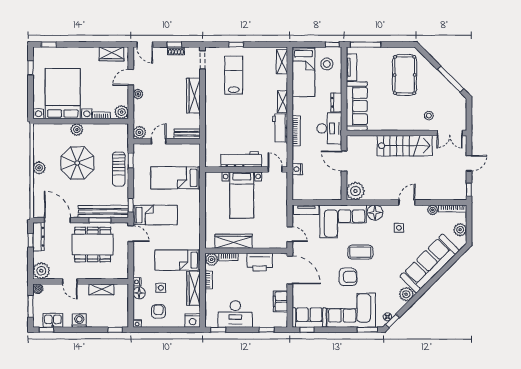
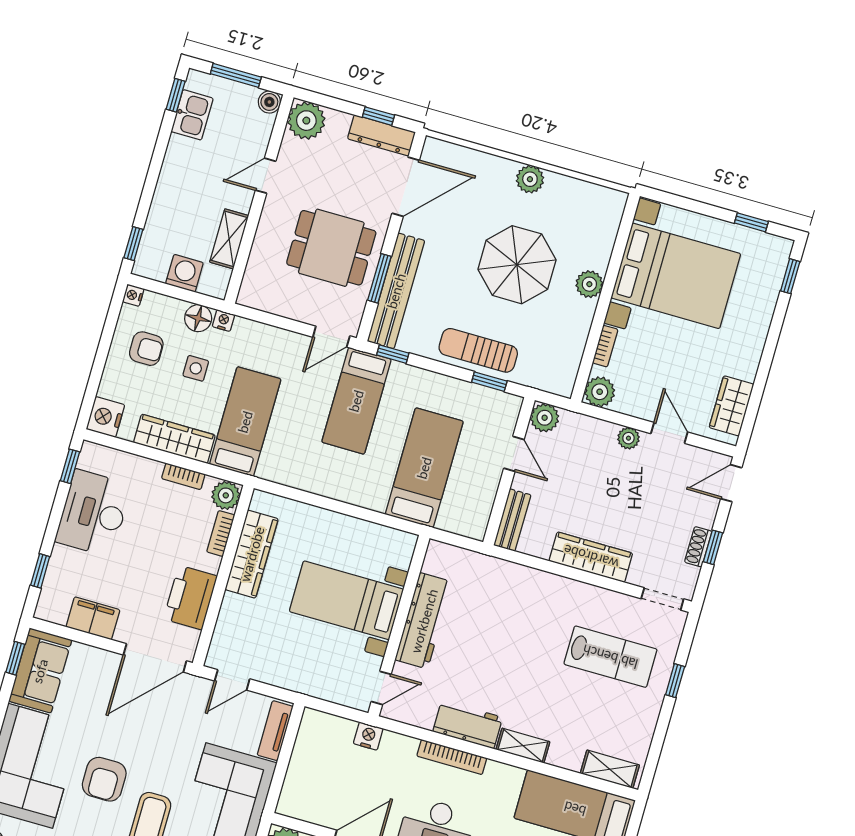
dining table: (93, 244) -> (331, 248), width x0.73
washing machine: (79, 321) -> (184, 273), moved, turned -90

